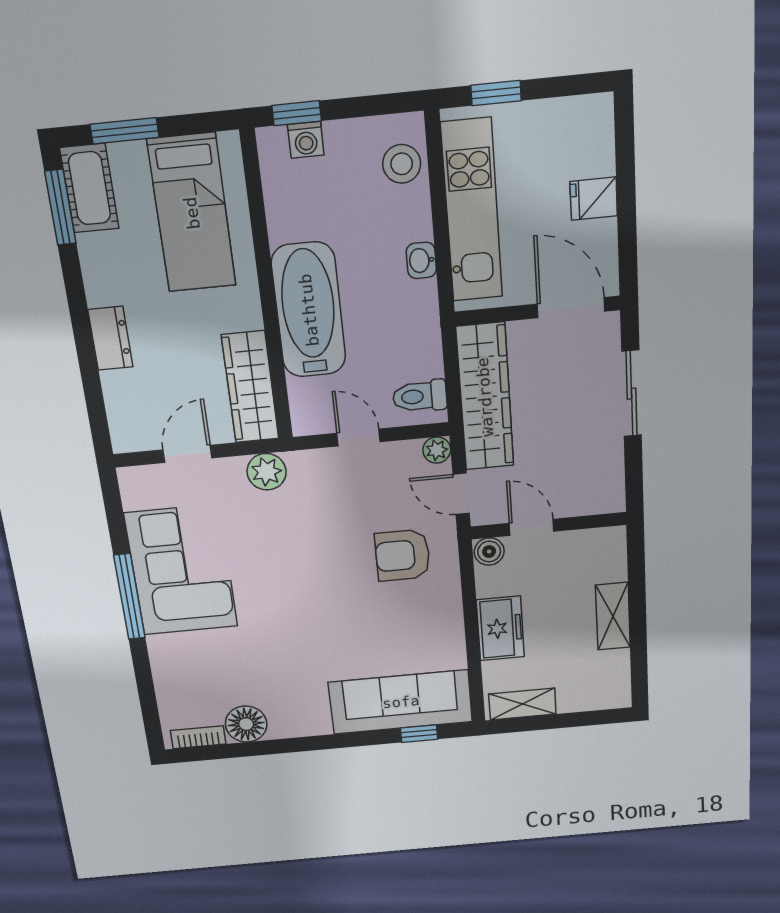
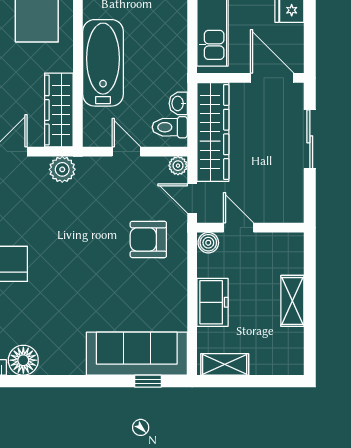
washbasin: (421, 260) -> (178, 103), moved

